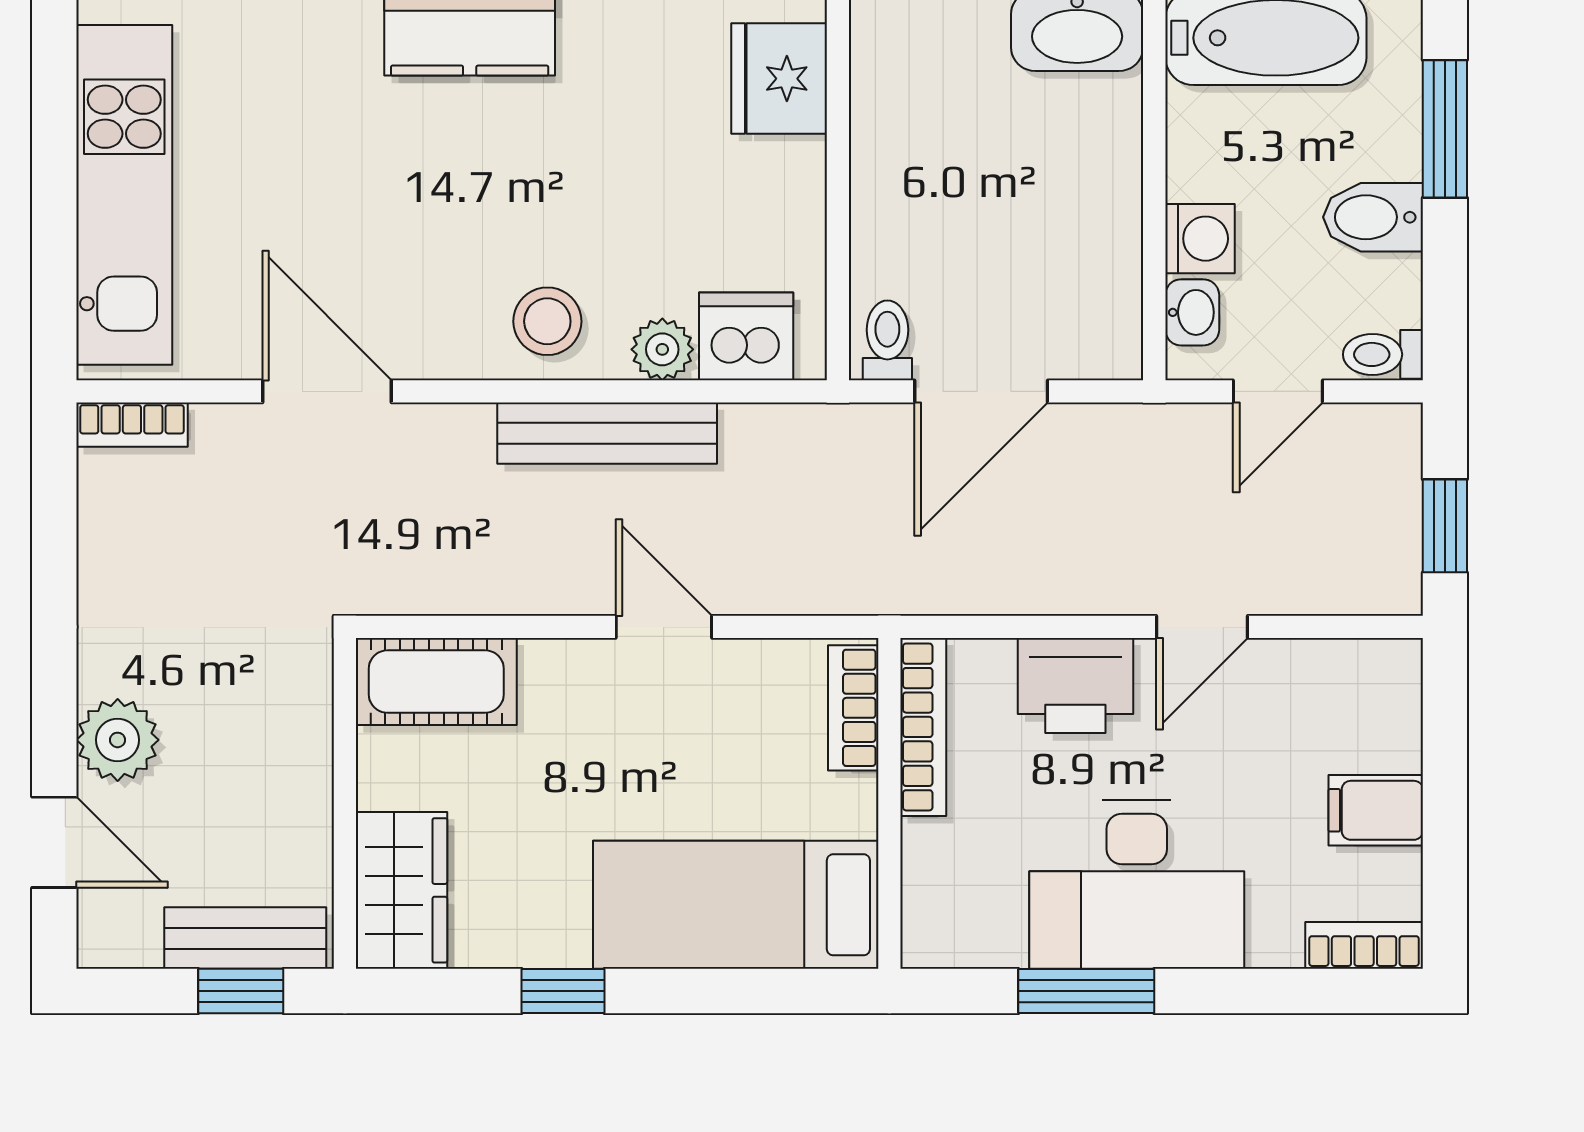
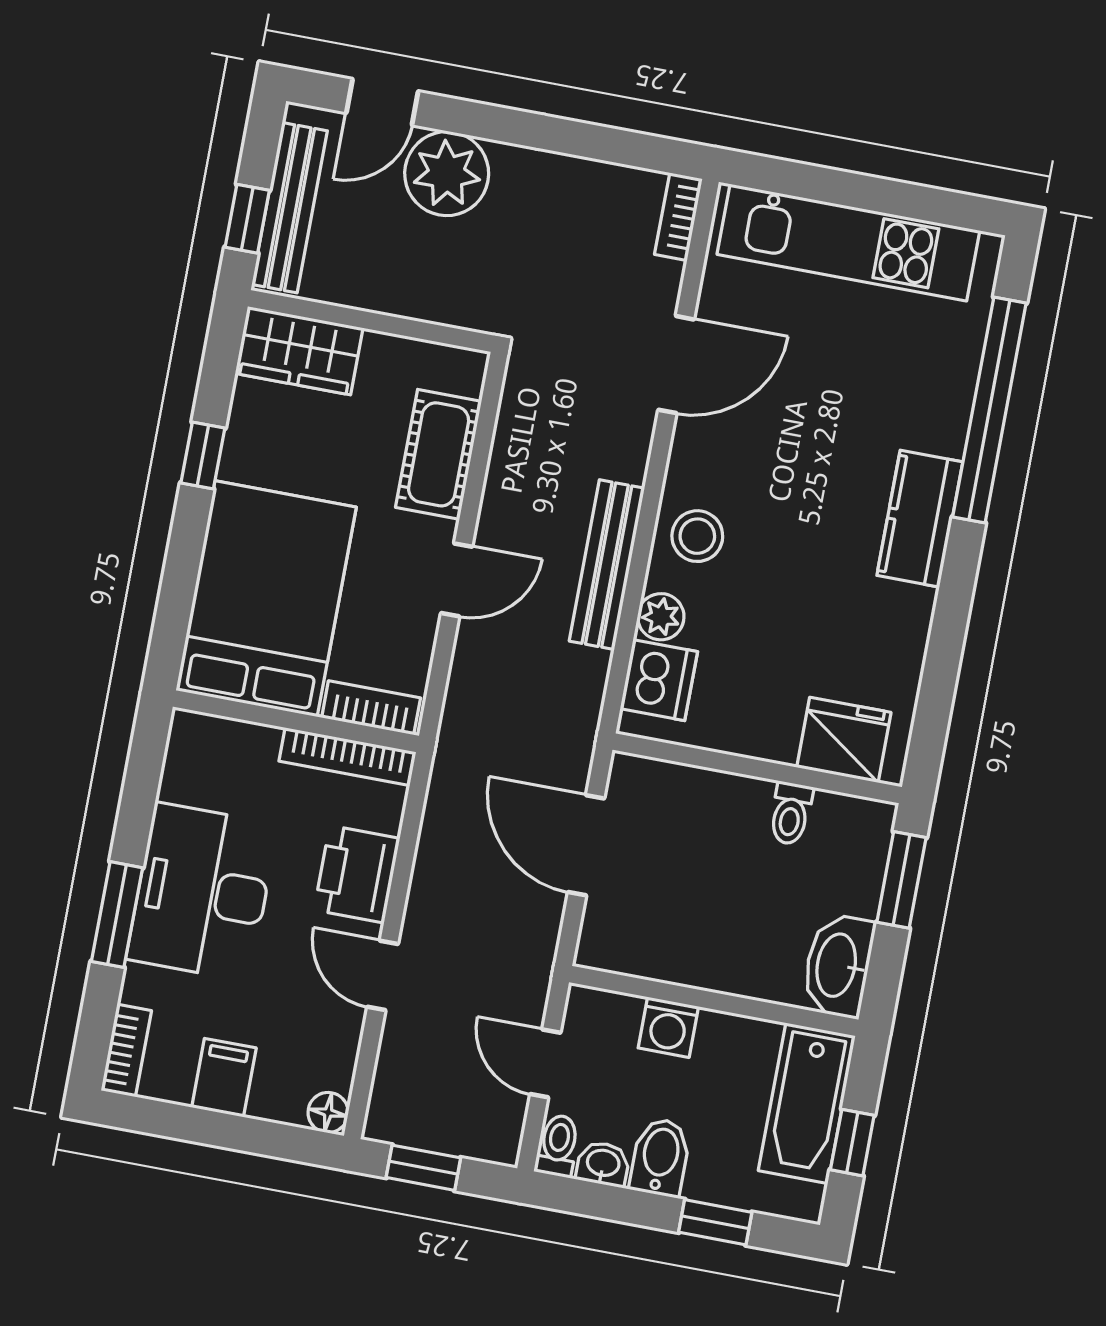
window: (1445, 129) -> (715, 1222), width x0.67
washbasin: (1192, 312) -> (603, 1164), moved, turned 180
toilet: (887, 340) -> (791, 813), moved, turned 90
floor lamp: (1396, 665) -> (328, 1113), added
cot: (436, 682) -> (439, 454), moved
plant: (118, 740) -> (447, 174), width x1.36, depth x1.36
bed: (736, 905) -> (266, 599), width x1.50
bench: (245, 938) -> (290, 208), width x1.36
window: (1086, 991) -> (117, 915), moved

